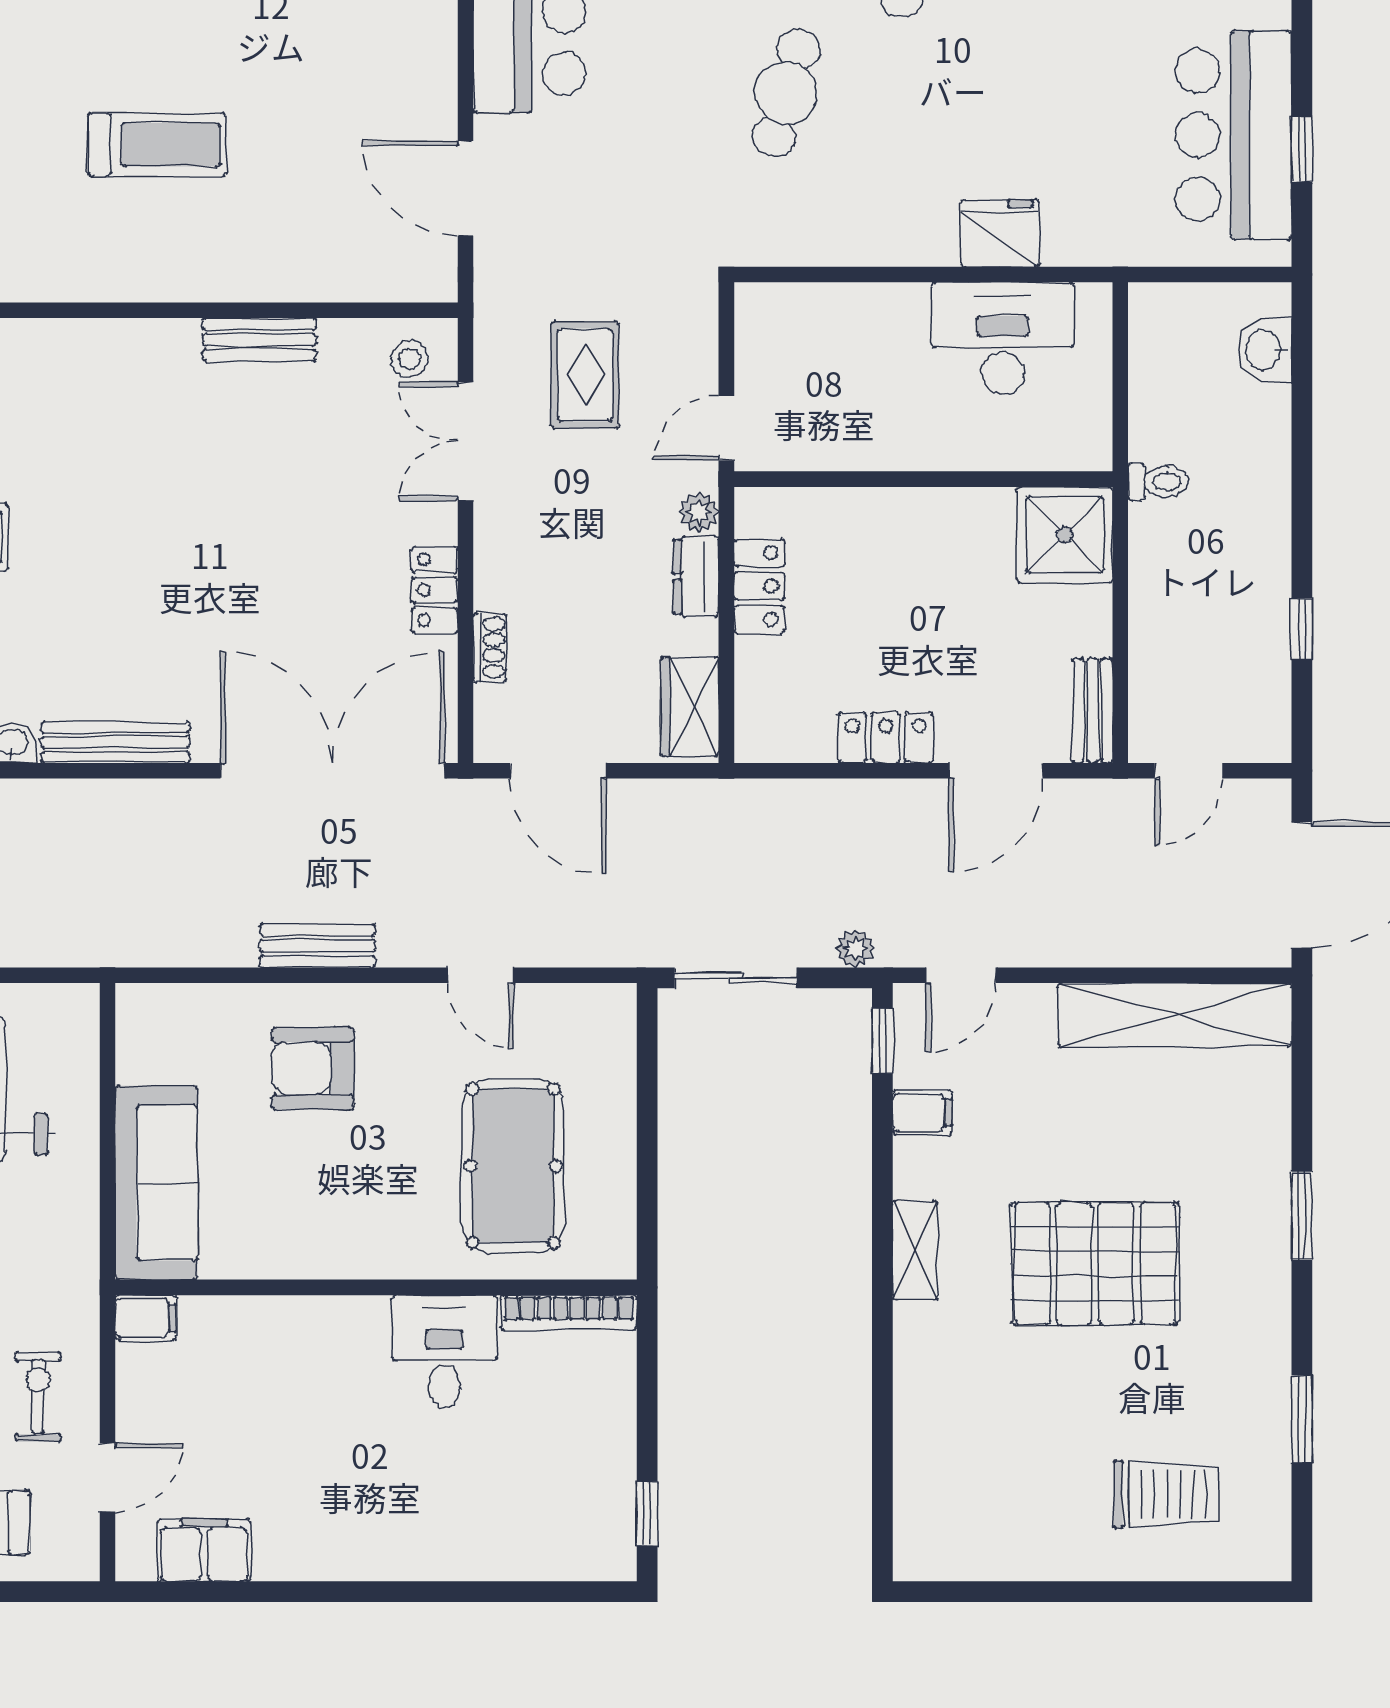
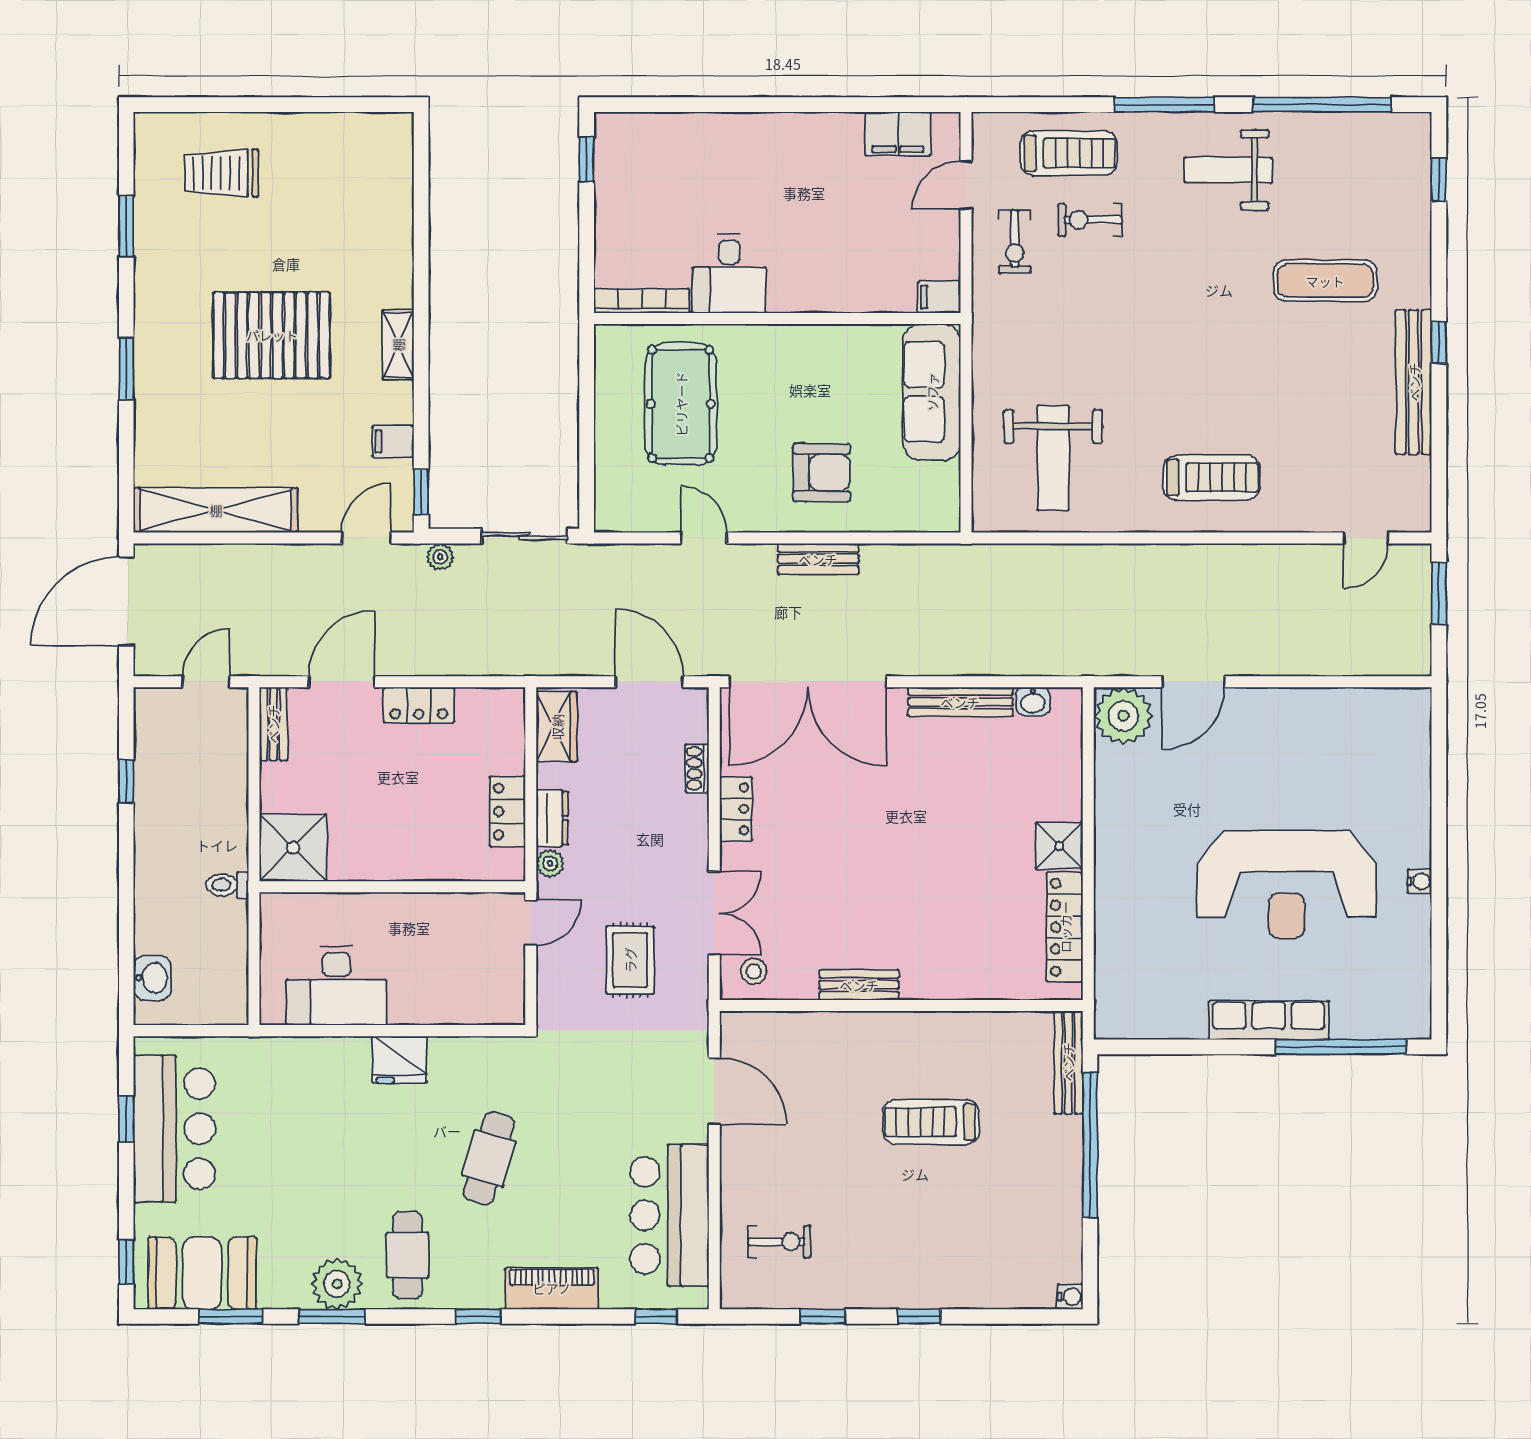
fridge: (1000, 233) -> (400, 1060), moved

